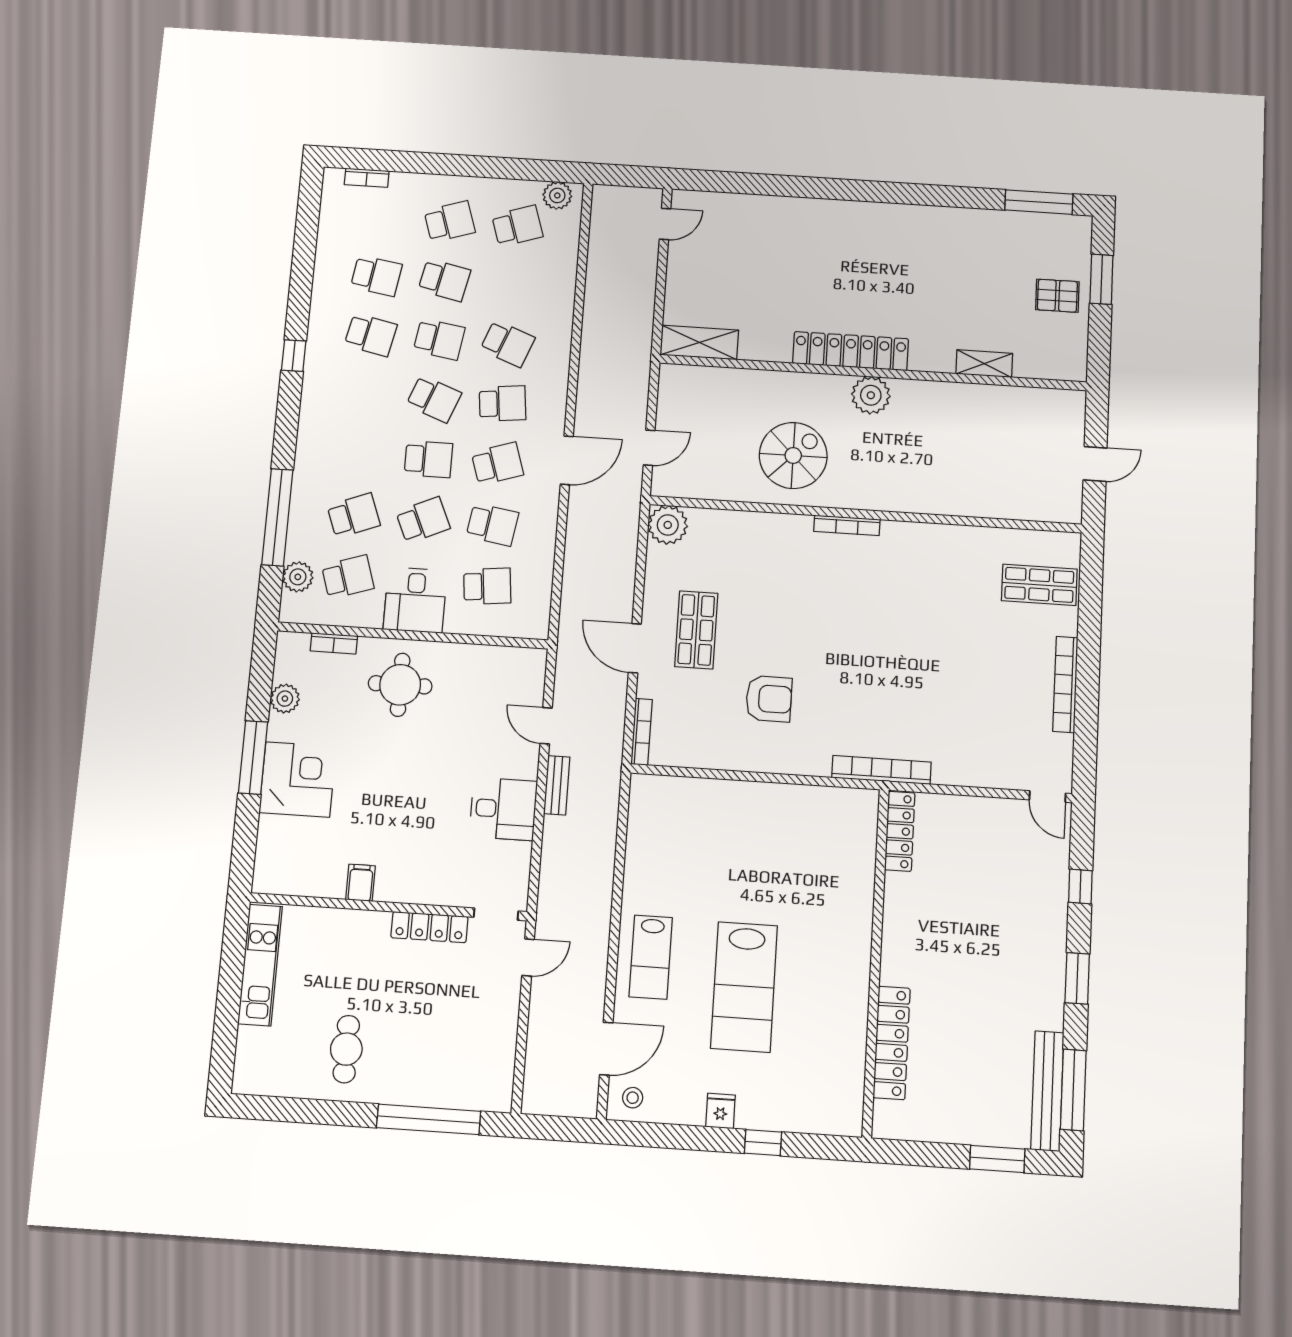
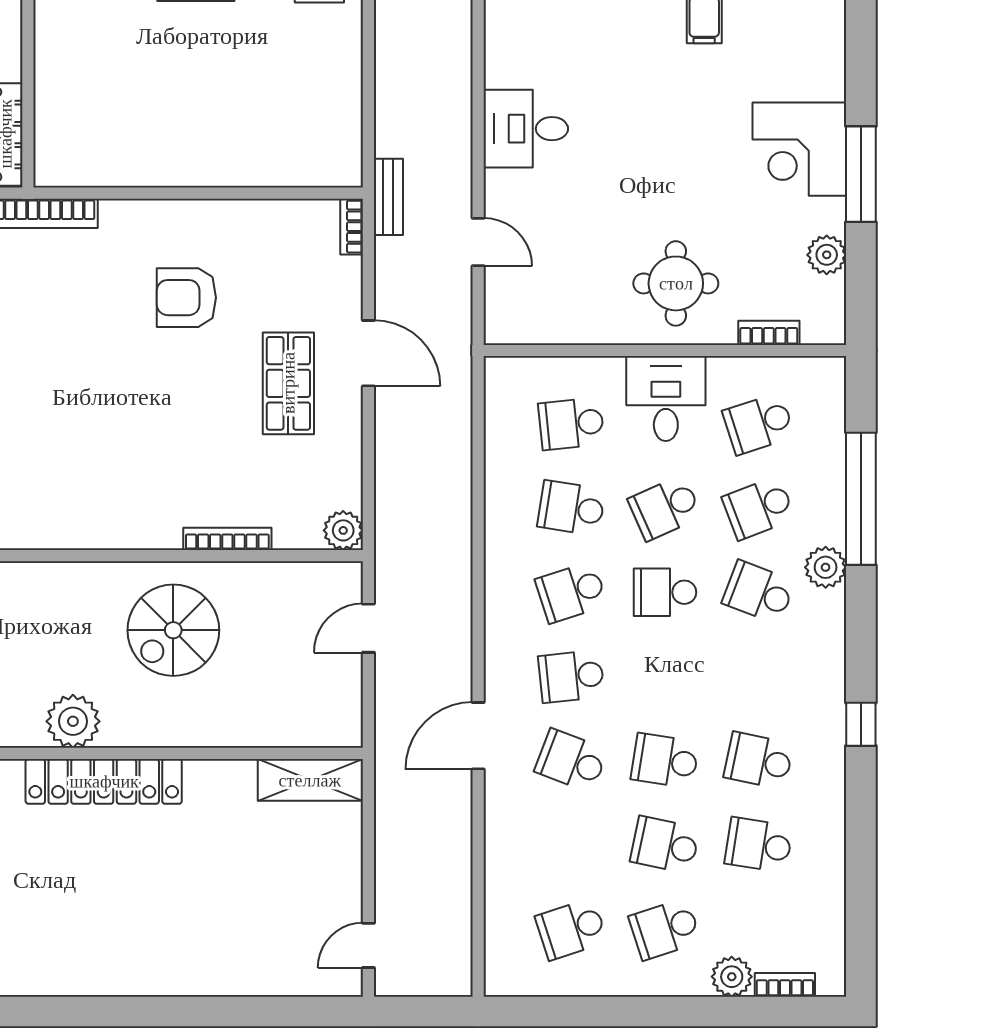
plant: (557, 195) -> (732, 977), moved
school desk: (434, 399) -> (759, 592), moved
door: (567, 460) -> (478, 736), moved
plant: (668, 525) -> (343, 530), width x0.73, depth x0.73
bookcase: (847, 525) -> (227, 539), moved
plant: (298, 577) -> (826, 567), moved
bookcase: (642, 732) -> (352, 227), width x0.64
bench: (557, 785) -> (388, 197), moved

